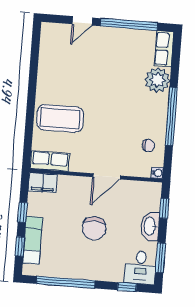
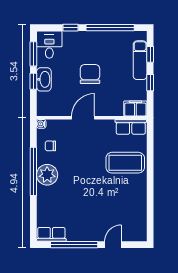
row of seats: (164, 49) -> (51, 234), moved, turned -90
plant: (157, 80) -> (47, 175), moved
window: (164, 208) -> (33, 81), moved
window: (127, 287) -> (70, 28), moved

